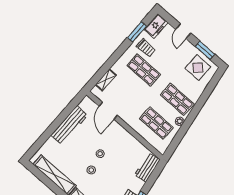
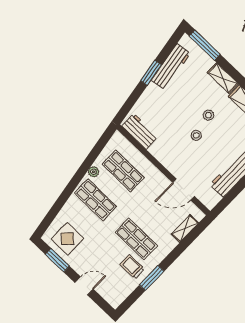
freezer: (156, 26) -> (118, 294), removed
door: (183, 31) -> (84, 286), hinge flipped
window: (137, 32) -> (152, 278), moved
door: (108, 111) -> (184, 189), swing flipped
workbench: (147, 167) -> (140, 131), moved, turned -81

